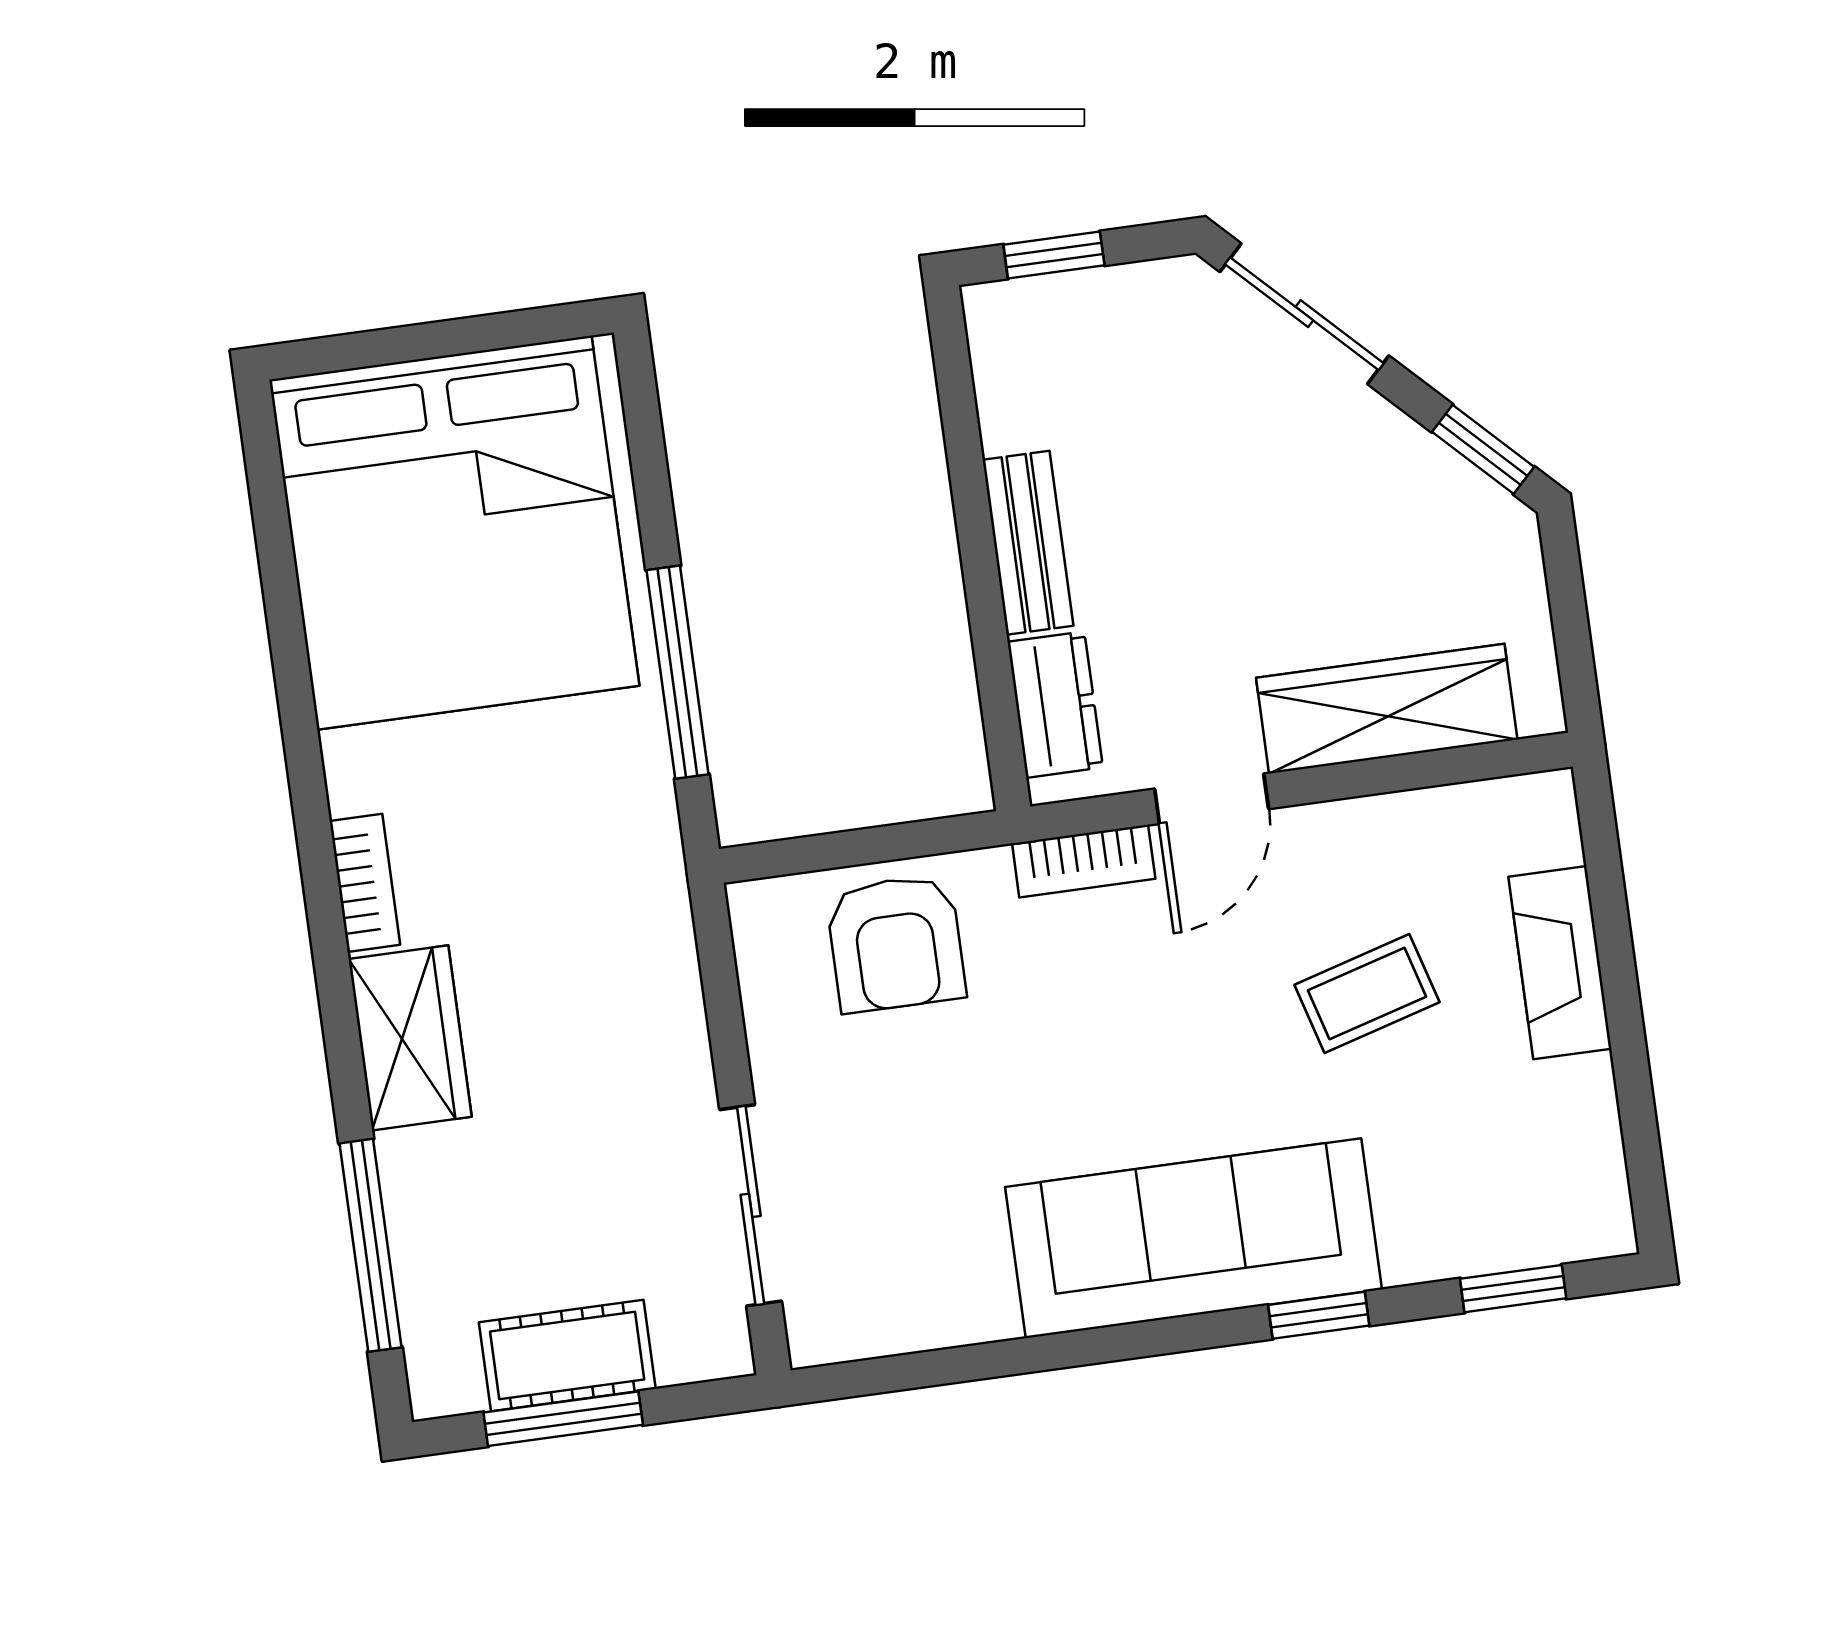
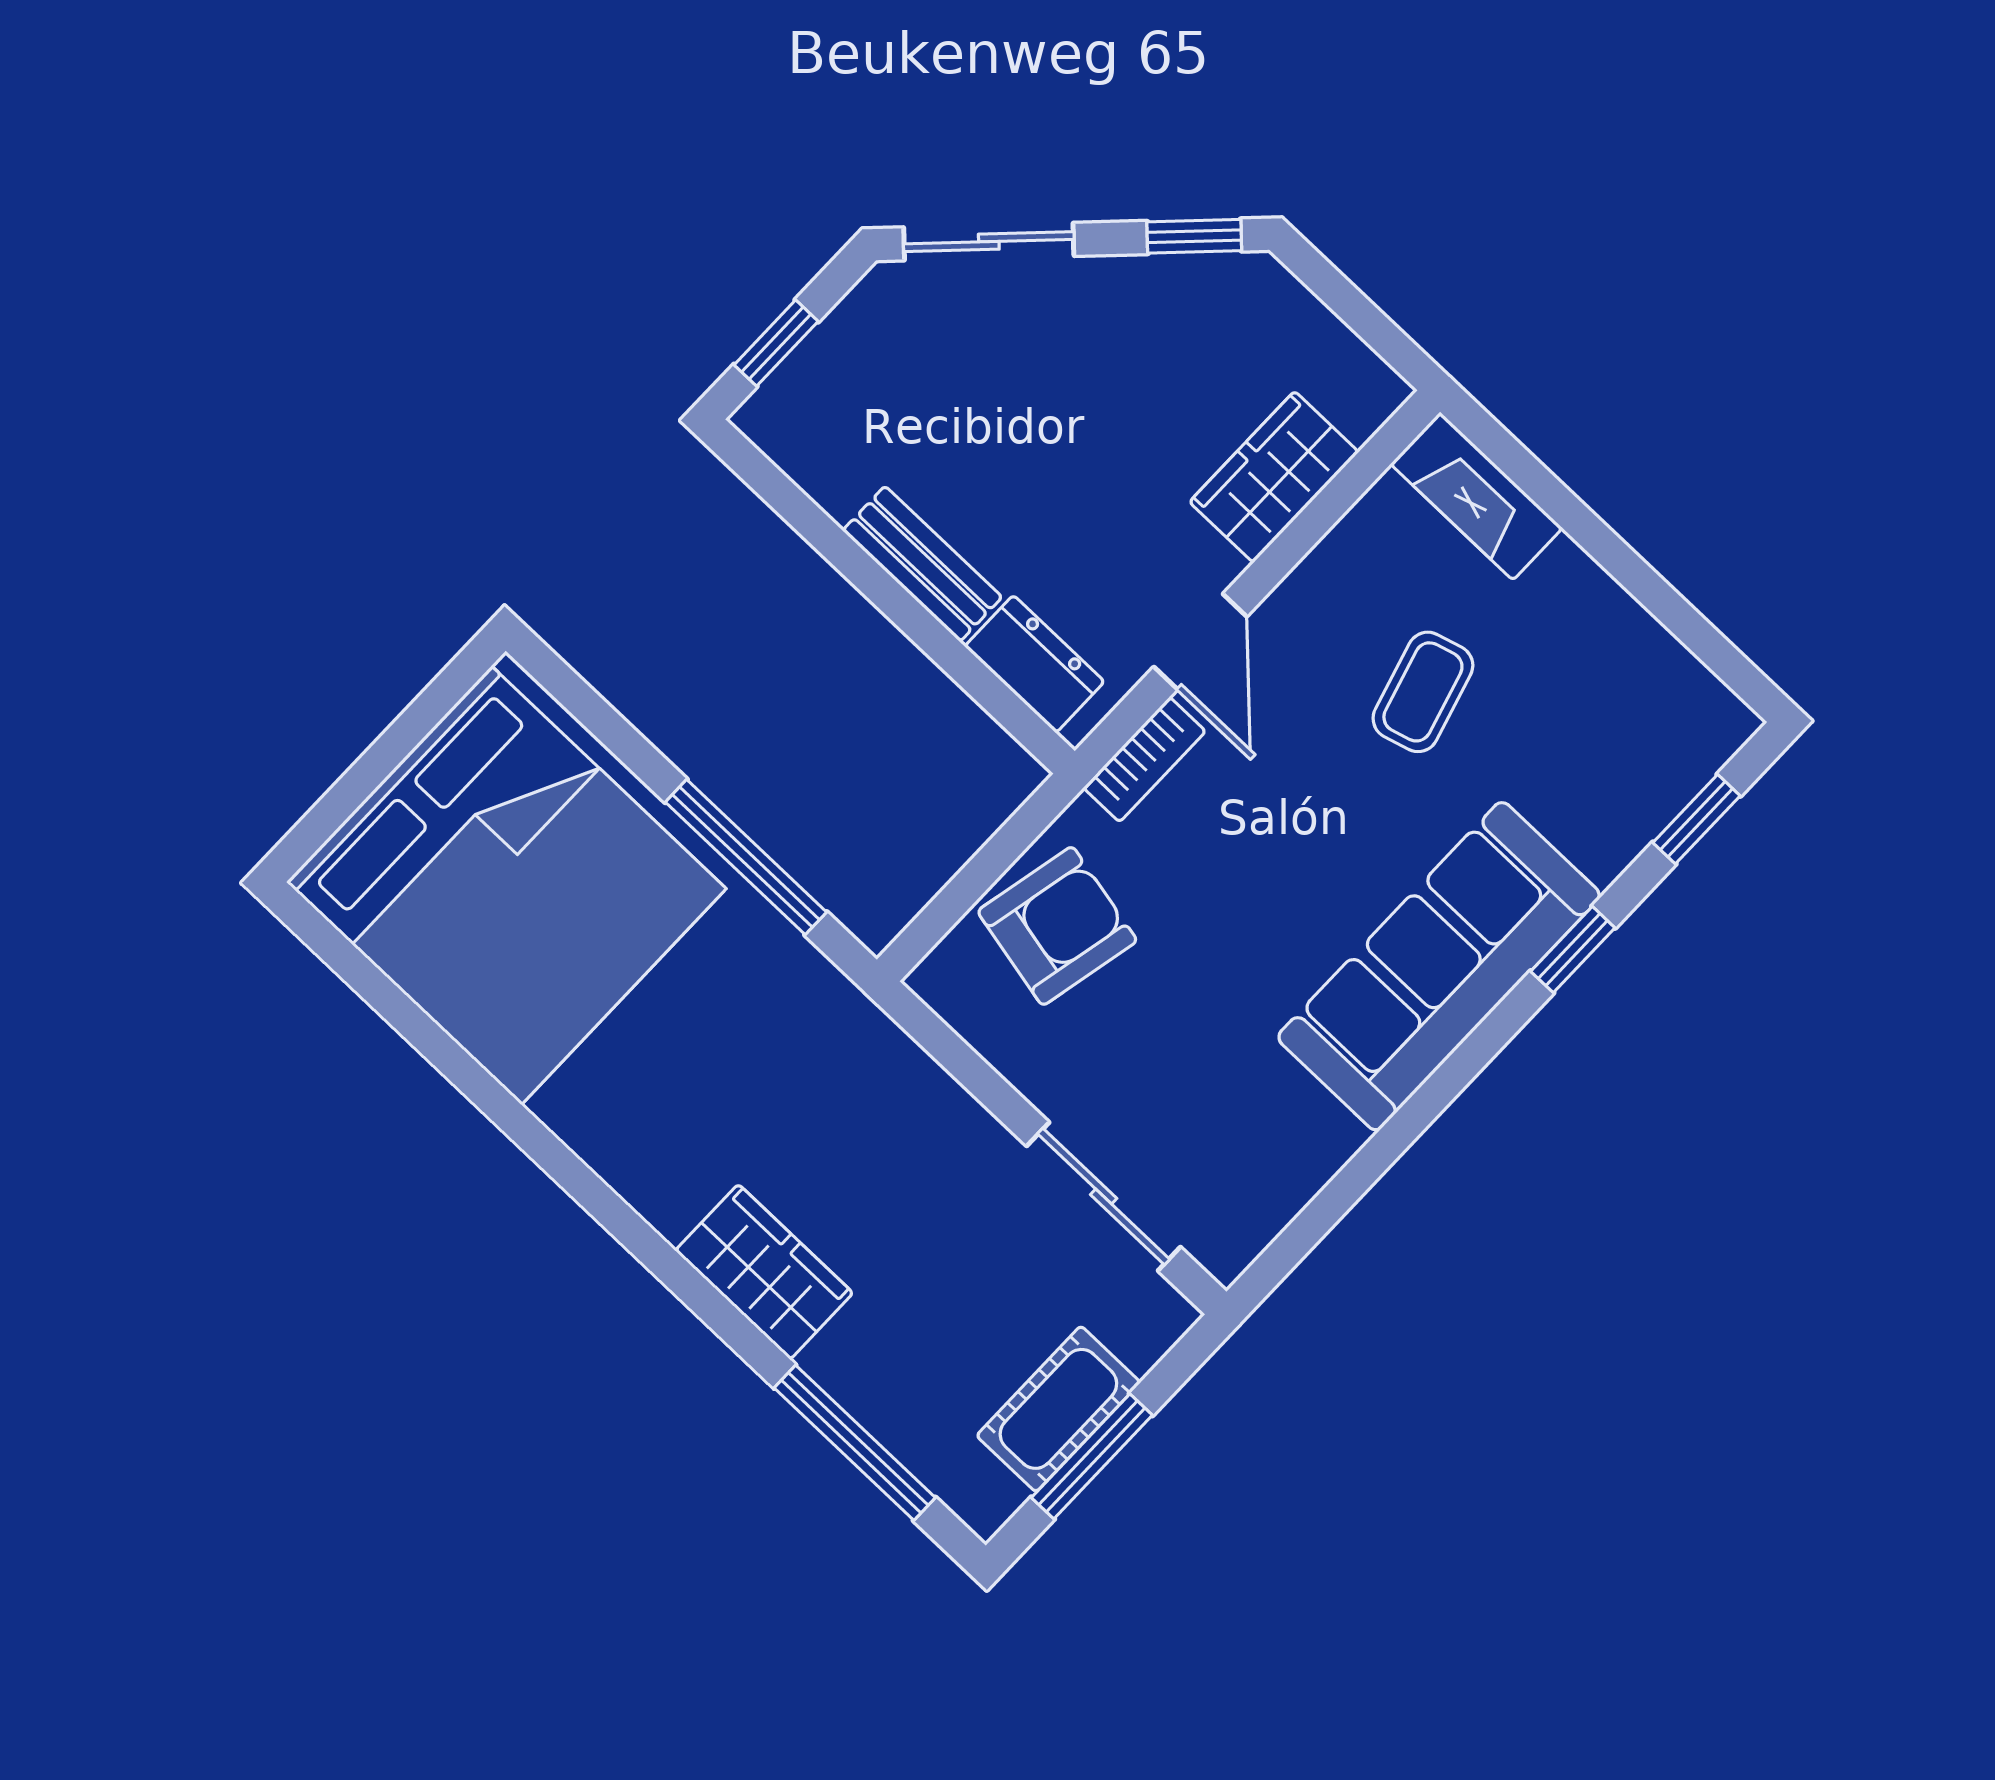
wardrobe: (1387, 709) -> (1274, 477), width x0.67
bookcase: (365, 883) -> (643, 1187), removed
armchair: (896, 943) -> (1057, 926), turned -78
fireplace: (1560, 963) -> (1477, 496), moved

